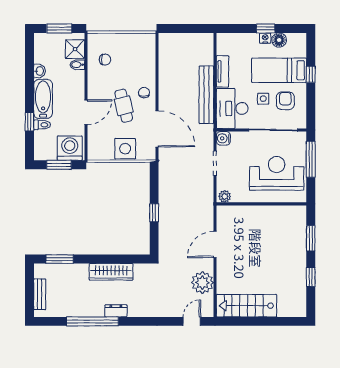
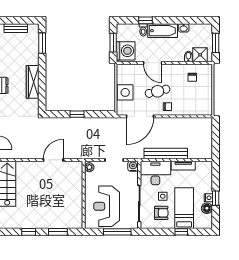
reception desk: (277, 173) -> (107, 206), turned 180
door: (215, 244) -> (53, 160), hinge flipped
plant: (202, 283) -> (24, 151), removed

